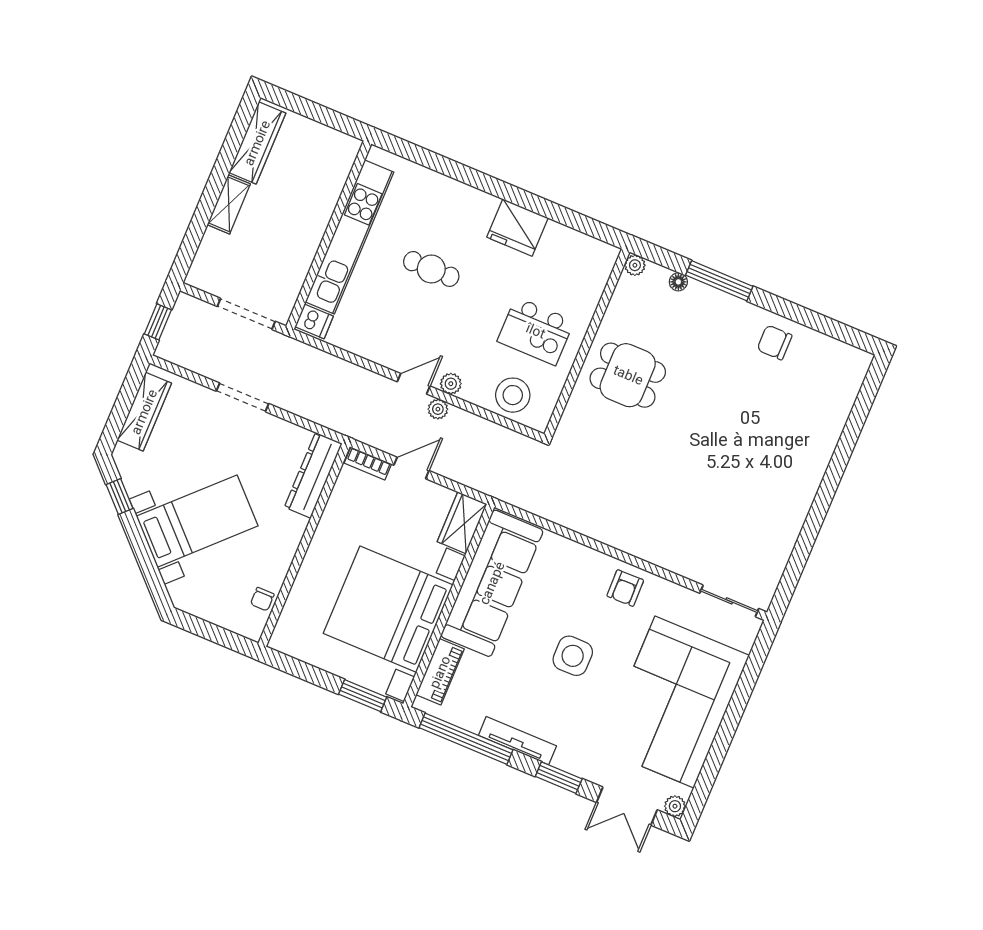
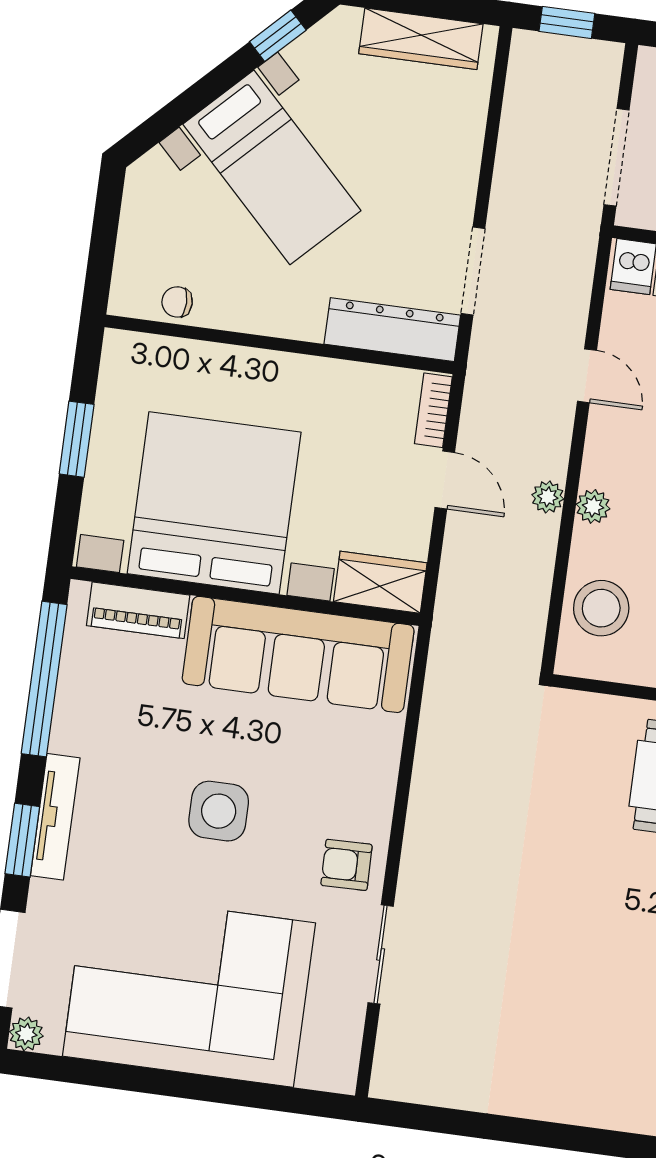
door: (414, 384) -> (587, 376), moved
doorway: (243, 397) -> (473, 271), moved
sliding door: (729, 601) -> (381, 954), moved
window: (363, 696) -> (77, 439), moved
tv unit: (517, 741) -> (55, 817), moved

